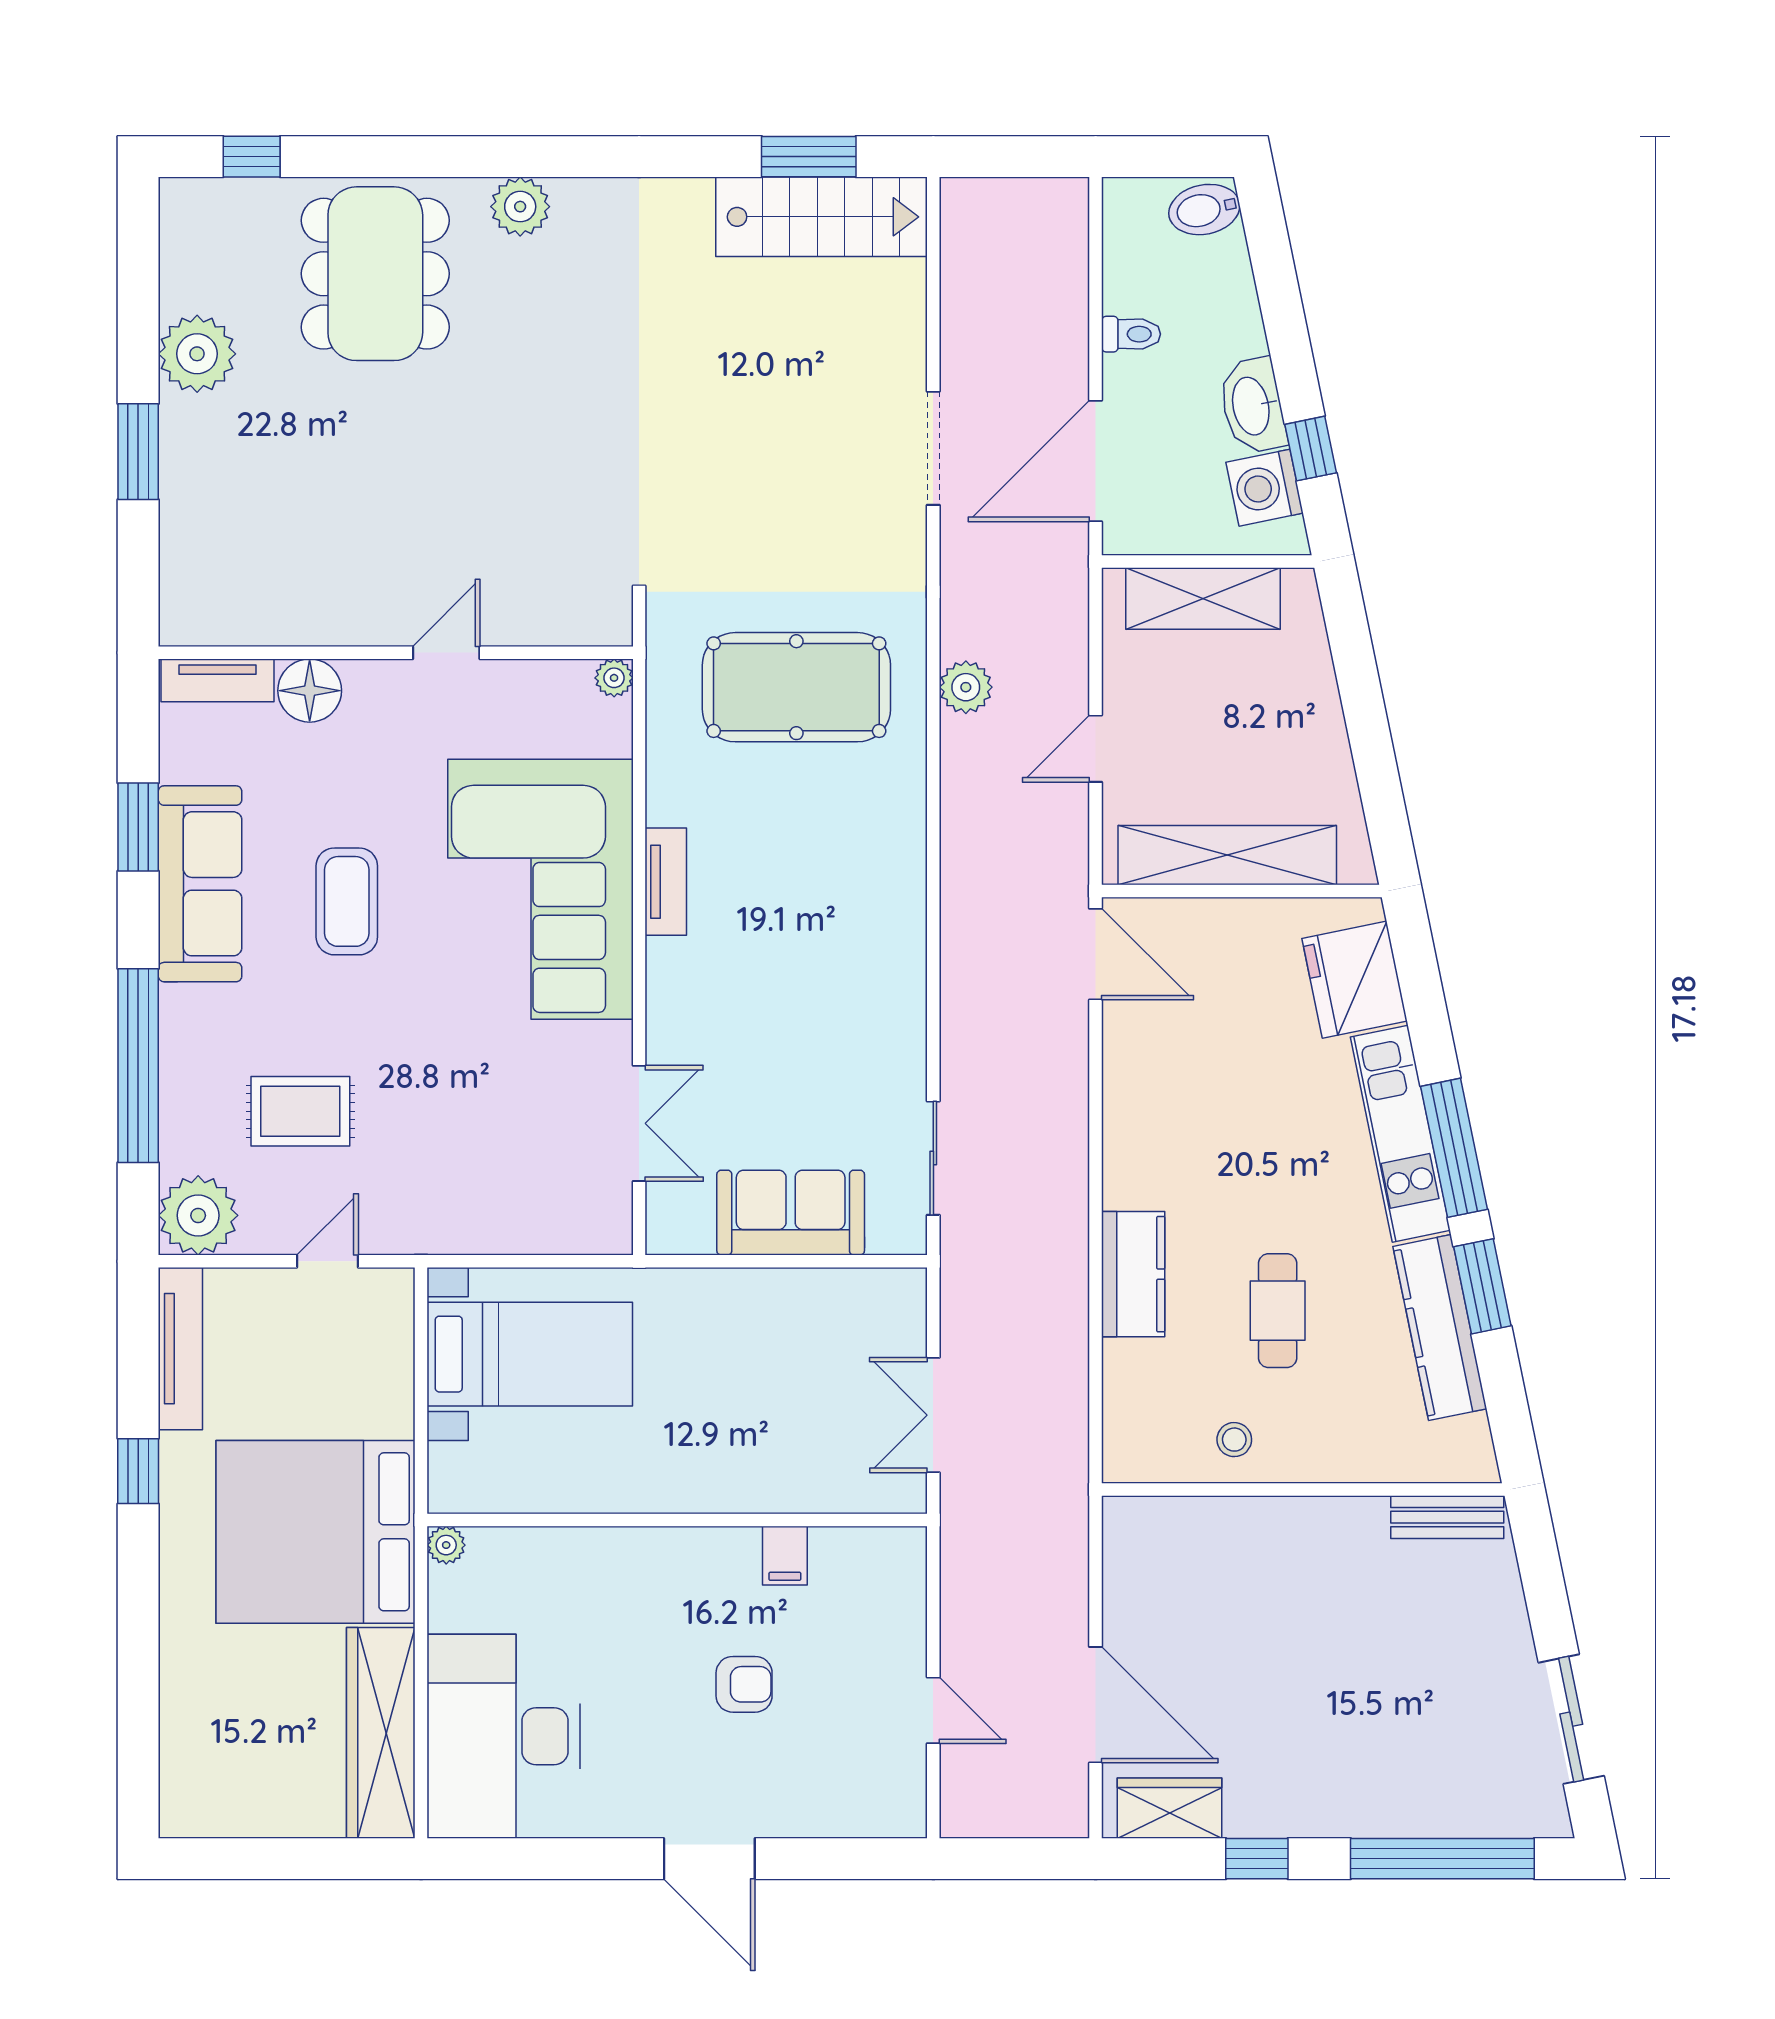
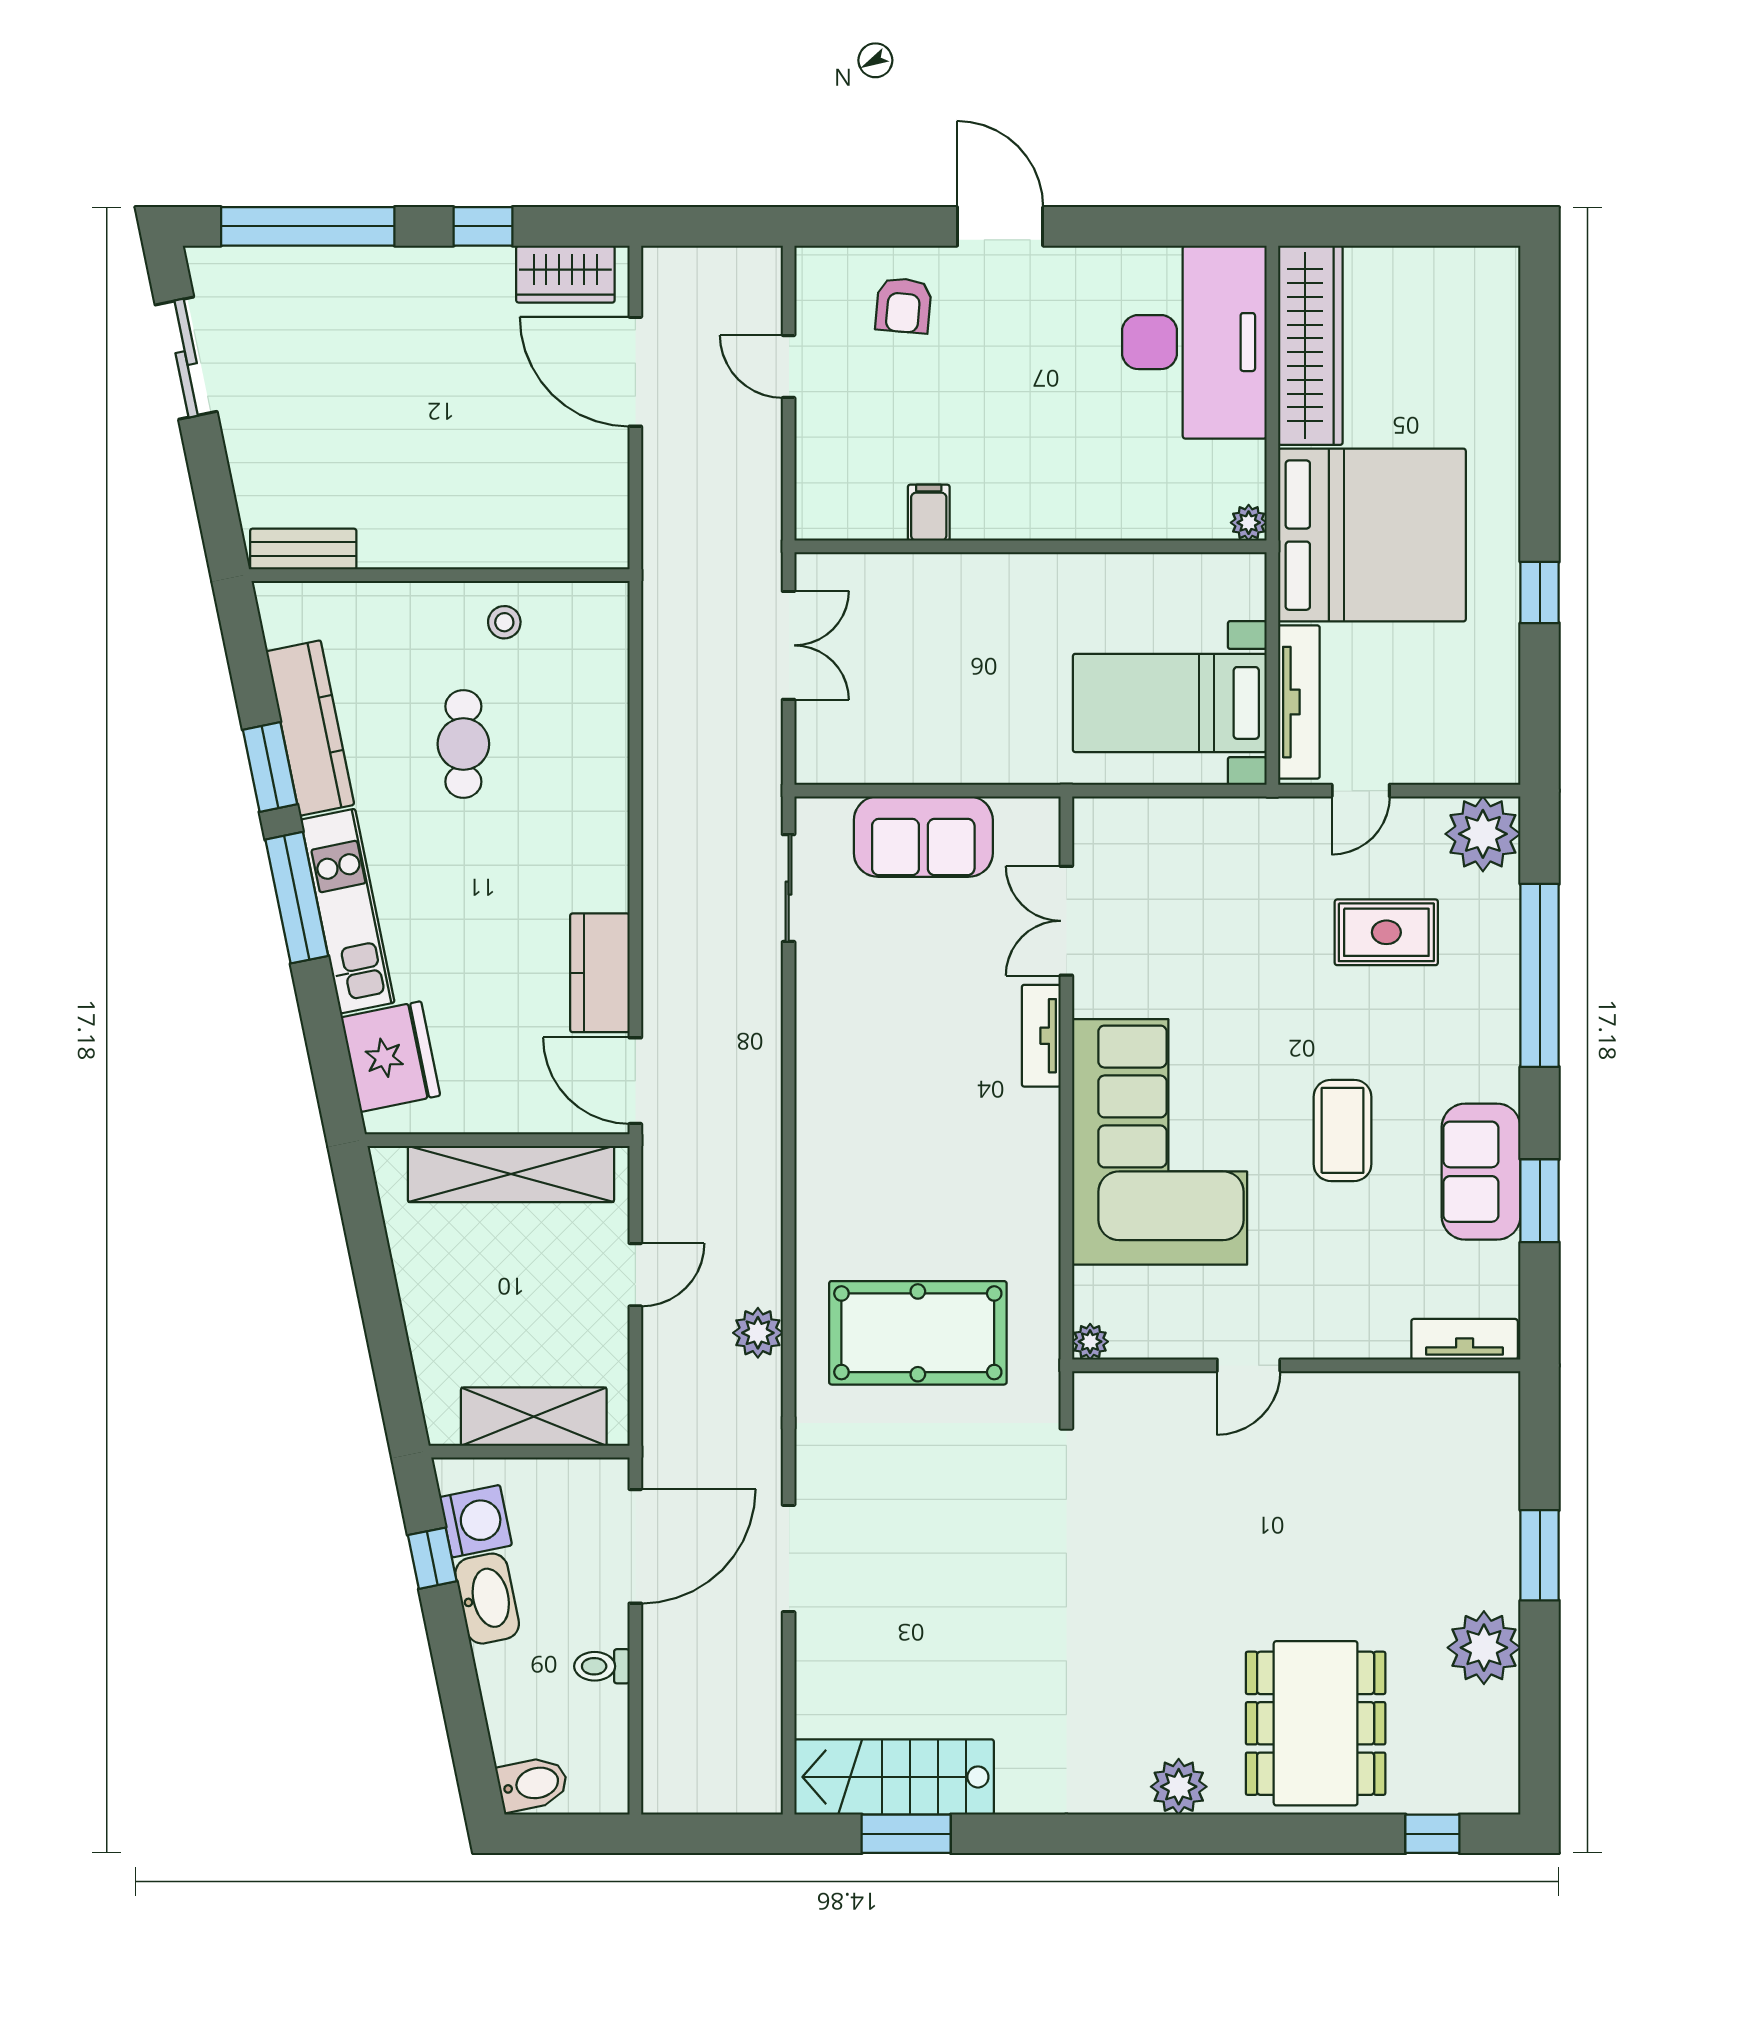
floor lamp: (310, 691) -> (1378, 1330), removed
tv unit: (666, 882) -> (1041, 1036), moved
sofa: (200, 884) -> (1481, 1172), width x0.73
kitchen counter: (1133, 1274) -> (600, 973), moved
tv unit: (180, 1349) -> (1299, 702), moved, turned 180
armchair: (744, 1684) -> (903, 305), moved, turned -85

